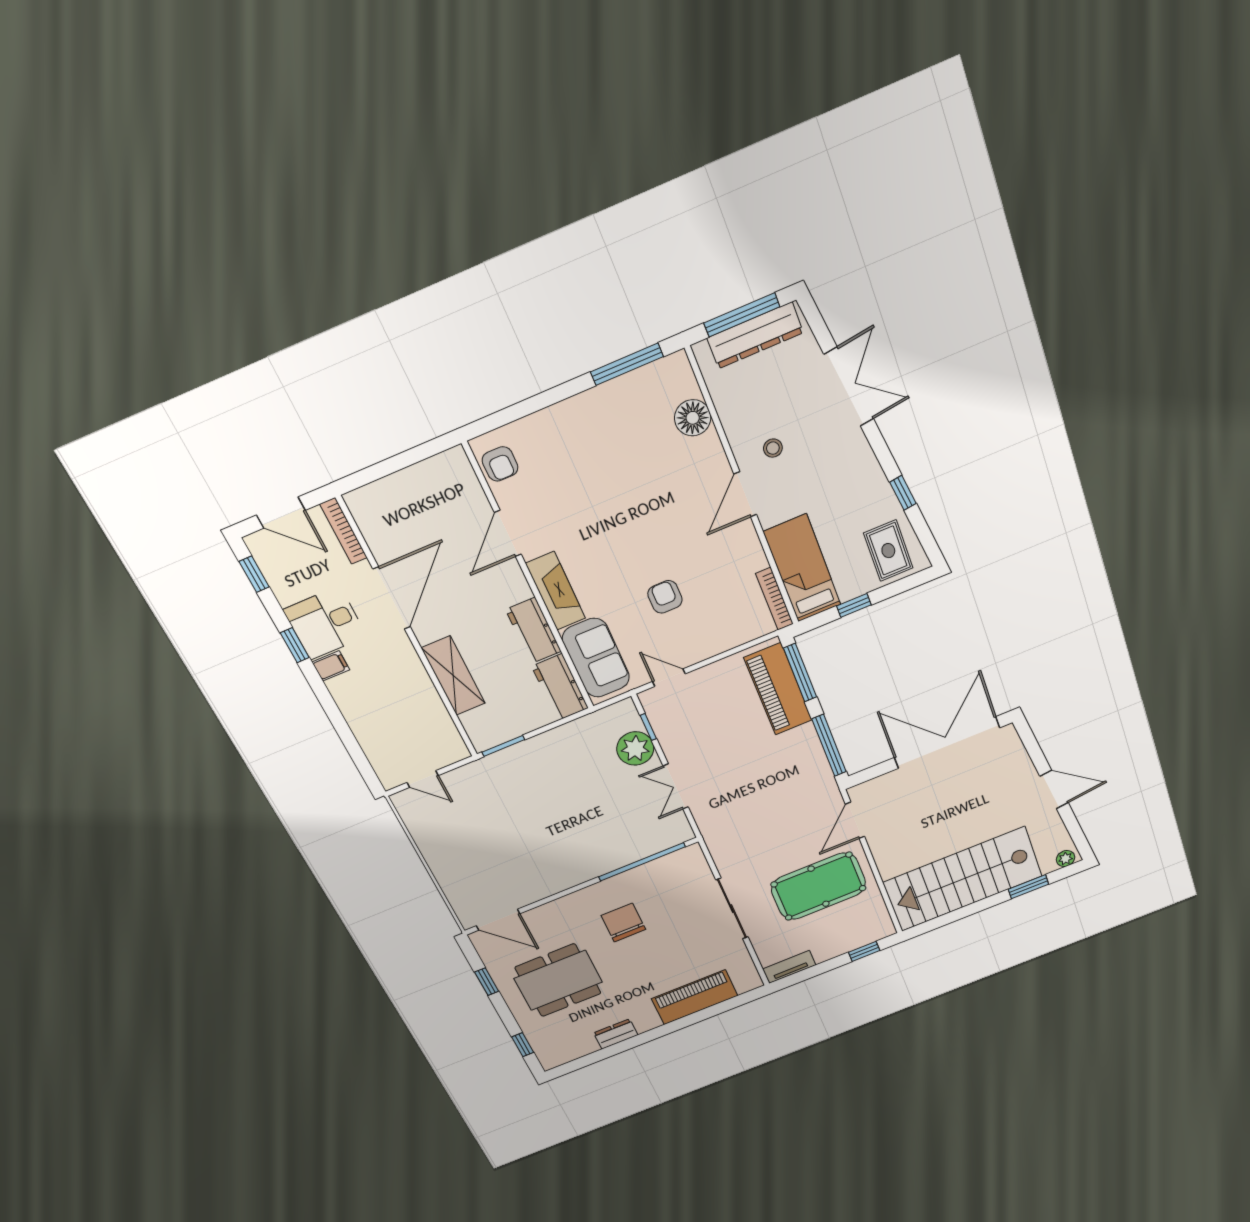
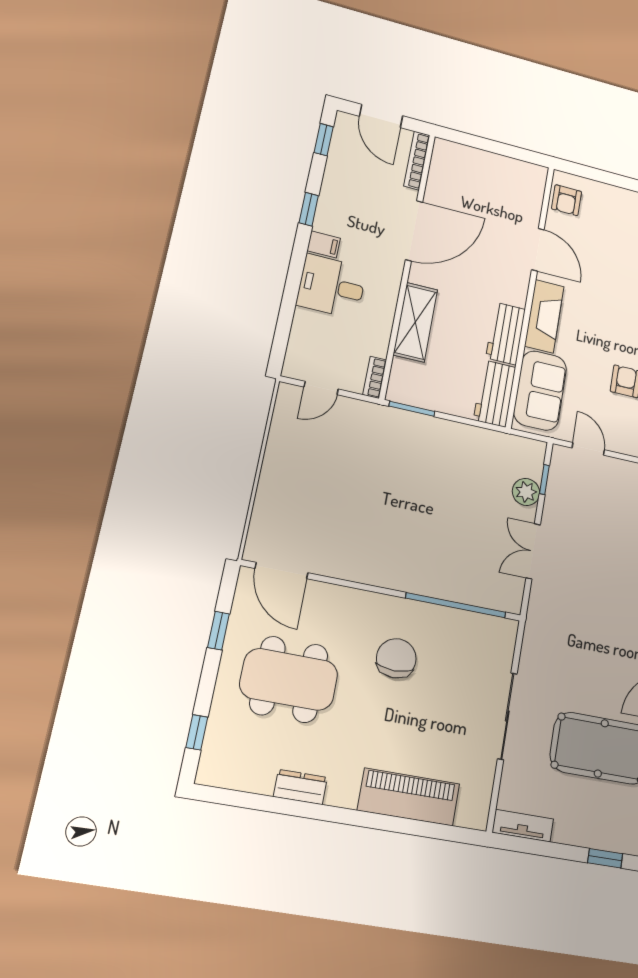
door: (508, 533) -> (538, 250), swing flipped
desk: (325, 623) -> (332, 286), moved
bookcase: (456, 742) -> (375, 377), added
plant: (635, 748) -> (526, 492), width x0.73, depth x0.73
door: (423, 779) -> (321, 388), hinge flipped

